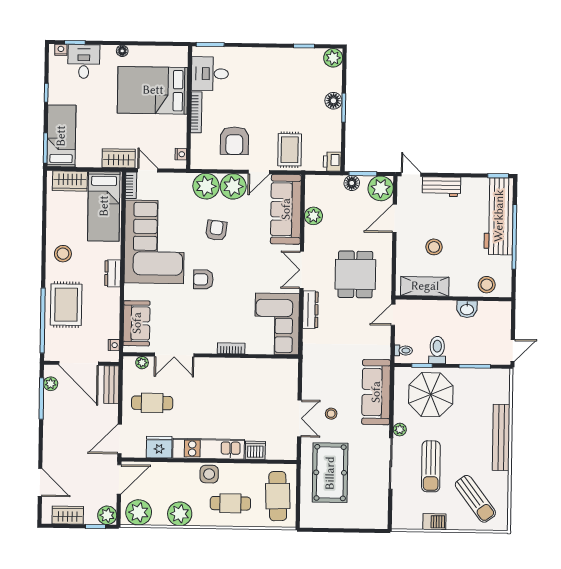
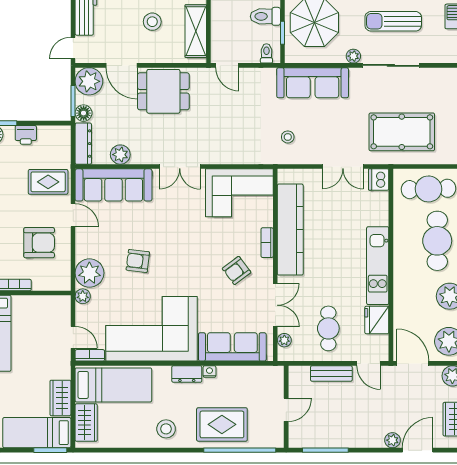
nightstand: (181, 154) -> (55, 301), removed
wardrobe: (119, 158) -> (60, 398), moved
printer: (332, 162) -> (26, 135), moved
door: (148, 170) -> (73, 337), swing flipped
plant: (233, 186) -> (83, 296), moved, width x0.53, depth x0.53
dining table: (355, 274) -> (163, 91), moved
armchair: (203, 279) -> (237, 270), moved, turned 53
dresser: (310, 310) -> (83, 144), moved, turned 90
sofa: (137, 323) -> (232, 347), width x1.36
nightstand: (114, 345) -> (209, 371), moved
door: (79, 363) -> (286, 410), width x0.53
kitchen counter: (243, 370) -> (290, 230), added
plant: (51, 384) -> (392, 440), moved
bench: (111, 385) -> (331, 373), moved
stool: (331, 414) -> (288, 137), moved
double door: (299, 418) -> (343, 167), swing flipped
door: (120, 439) -> (369, 363), width x0.73
dishwasher: (255, 450) -> (379, 179), moved
sun lounger: (431, 466) -> (393, 21), turned 180
side table: (209, 474) -> (406, 265), removed
cafe table: (230, 503) -> (437, 241), width x1.37, depth x1.35

